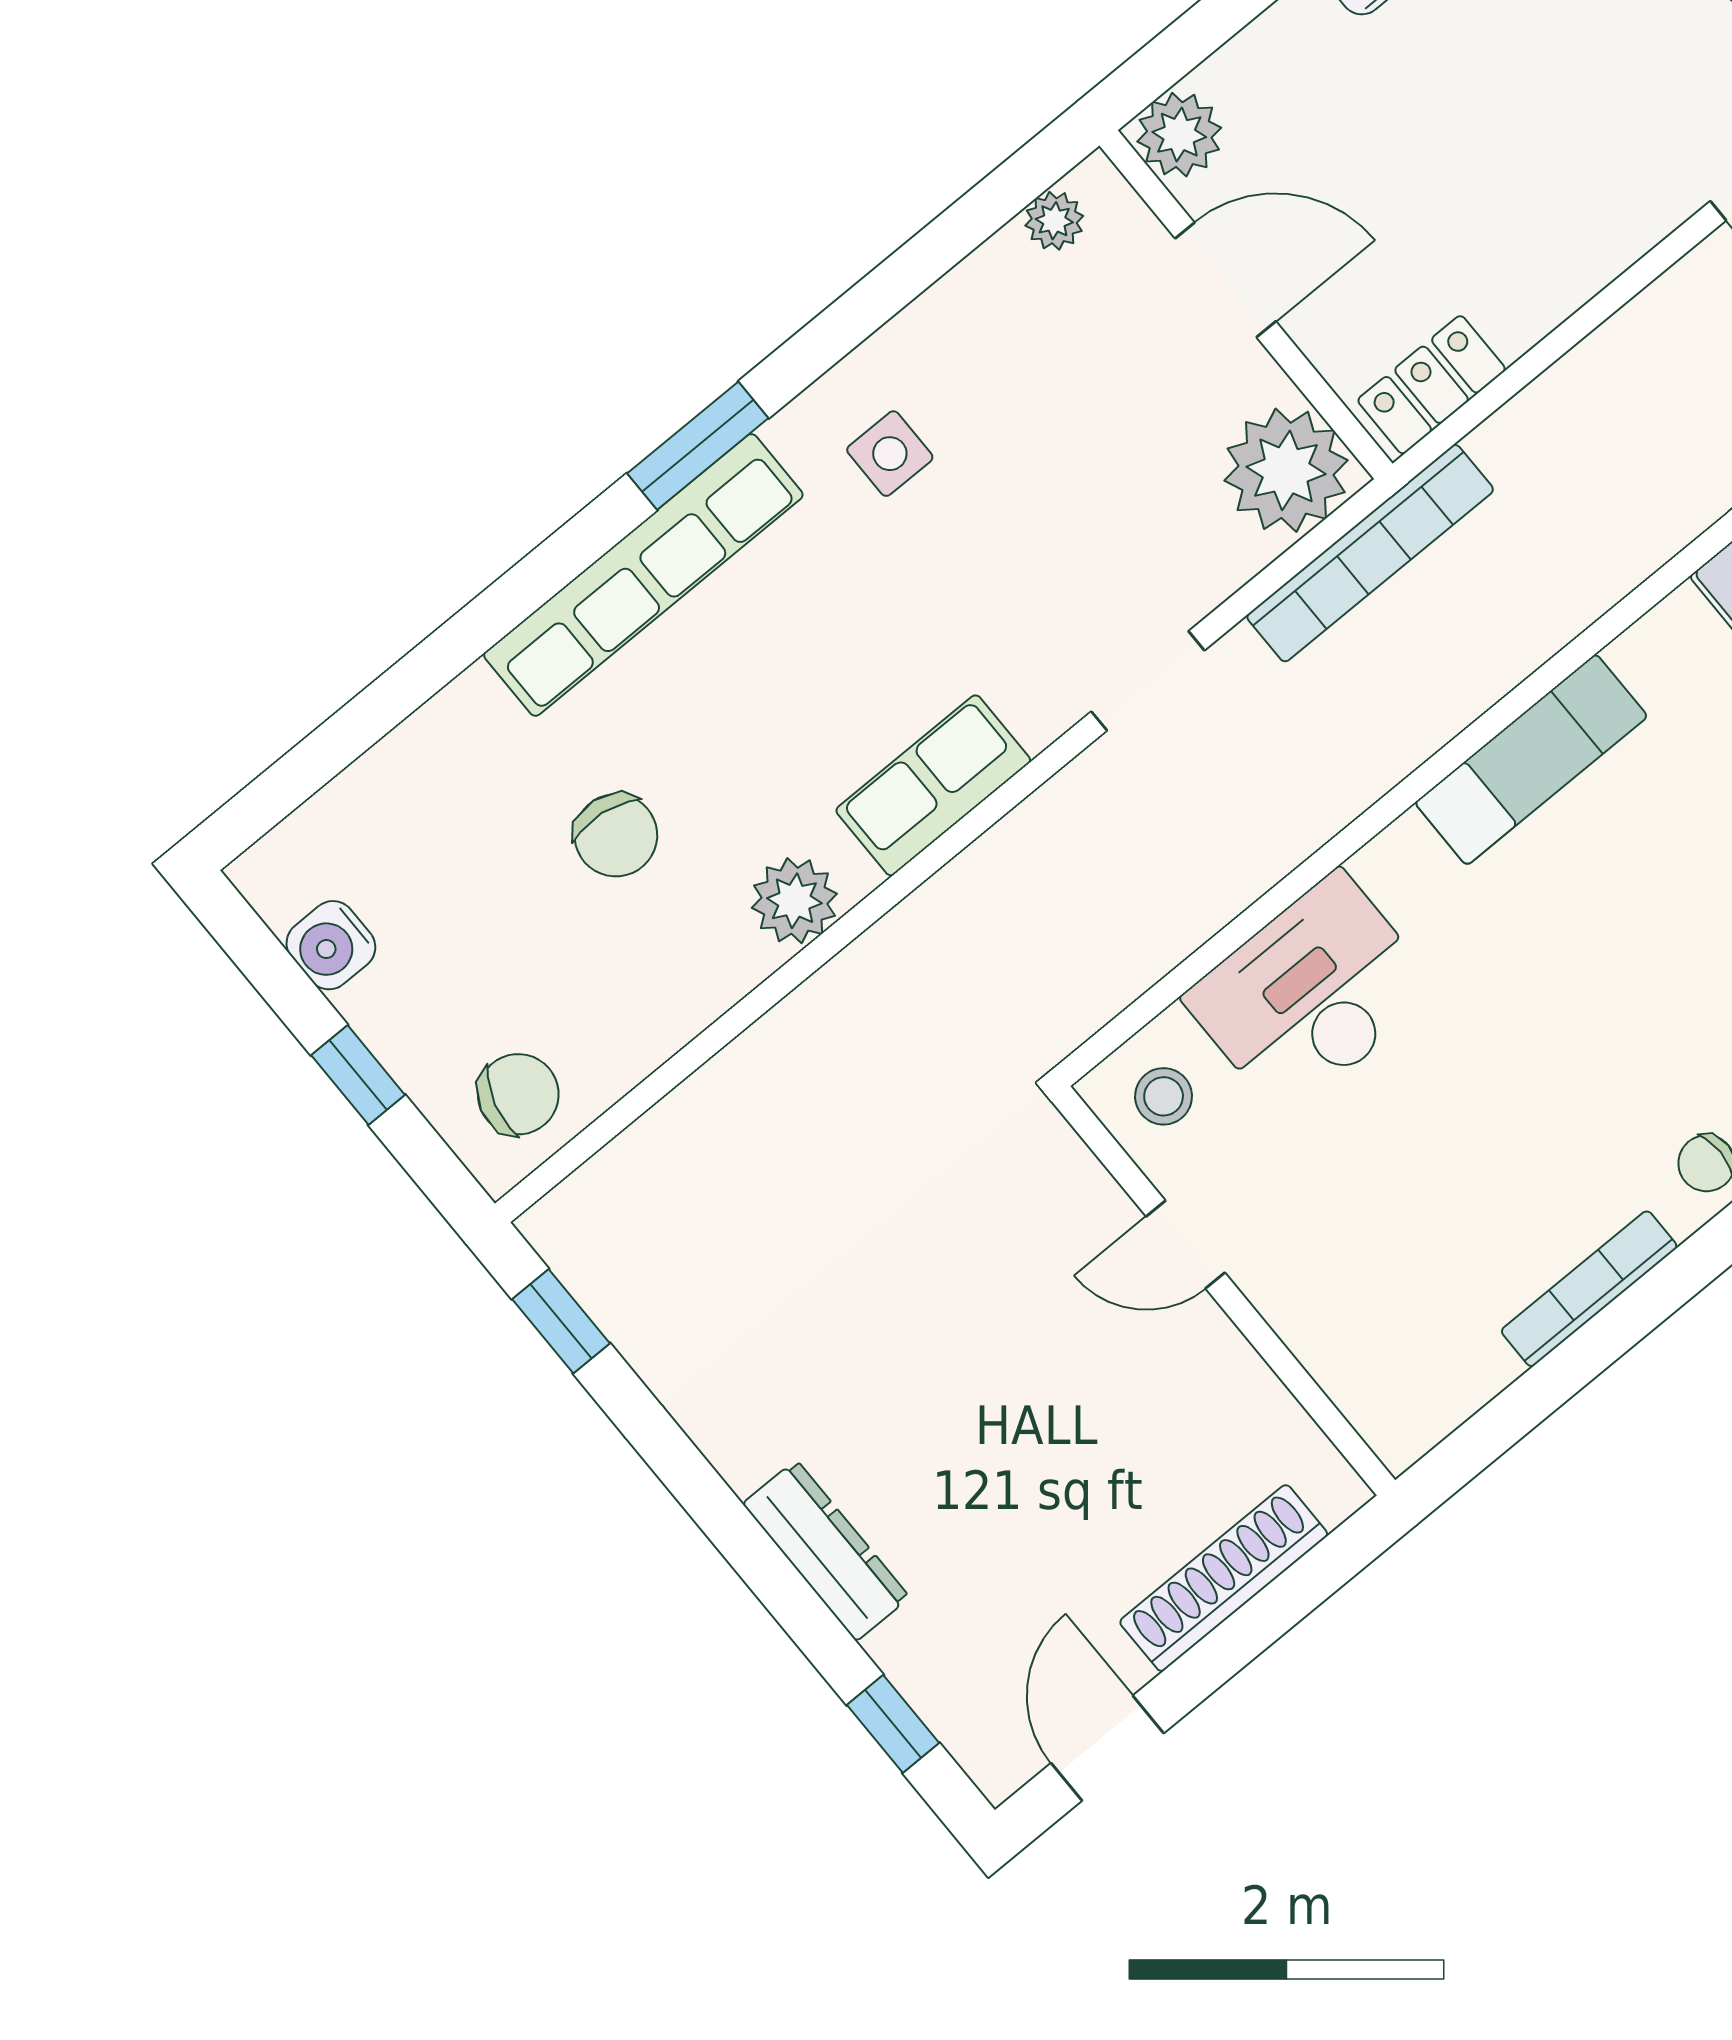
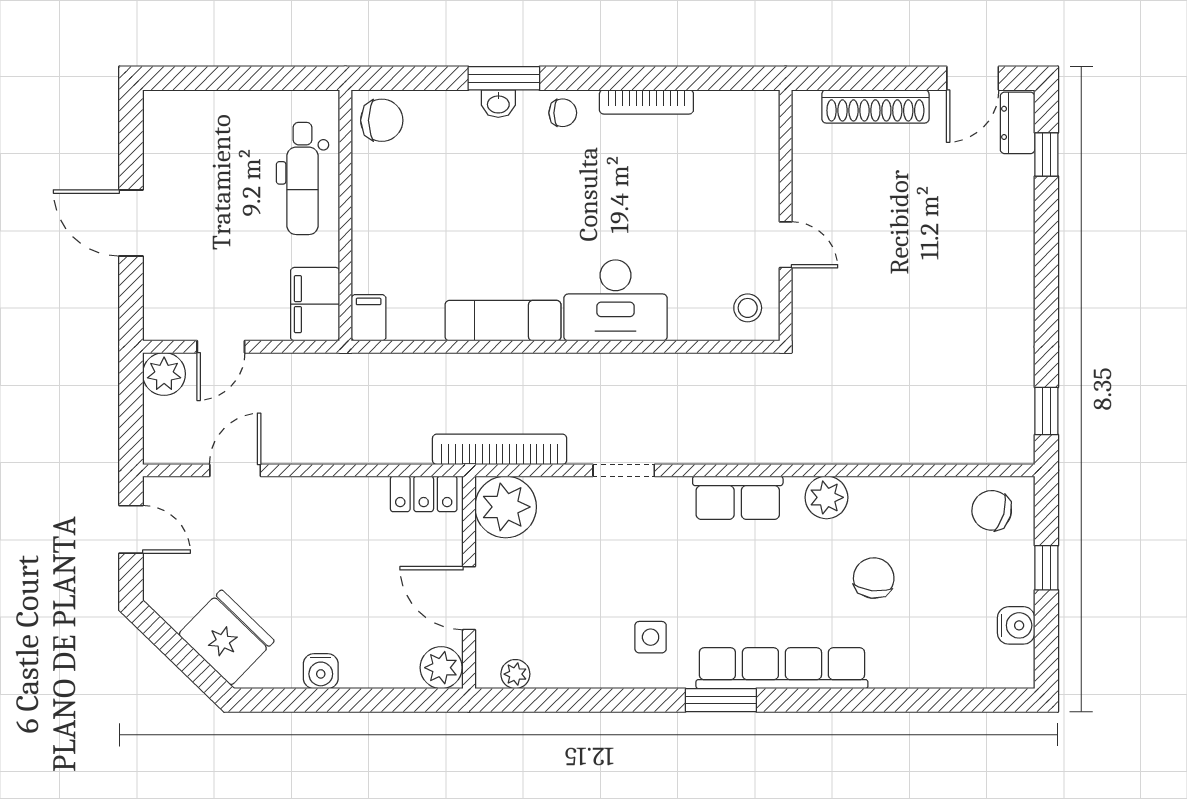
desk: (1311, 994) -> (616, 300), moved
dresser: (826, 1551) -> (1018, 123), moved, width x0.70

